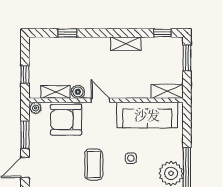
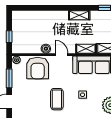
window: (67, 33) -> (39, 8), removed
shelving: (56, 92) -> (86, 49), moved
armchair: (66, 120) -> (38, 68), turned -90

